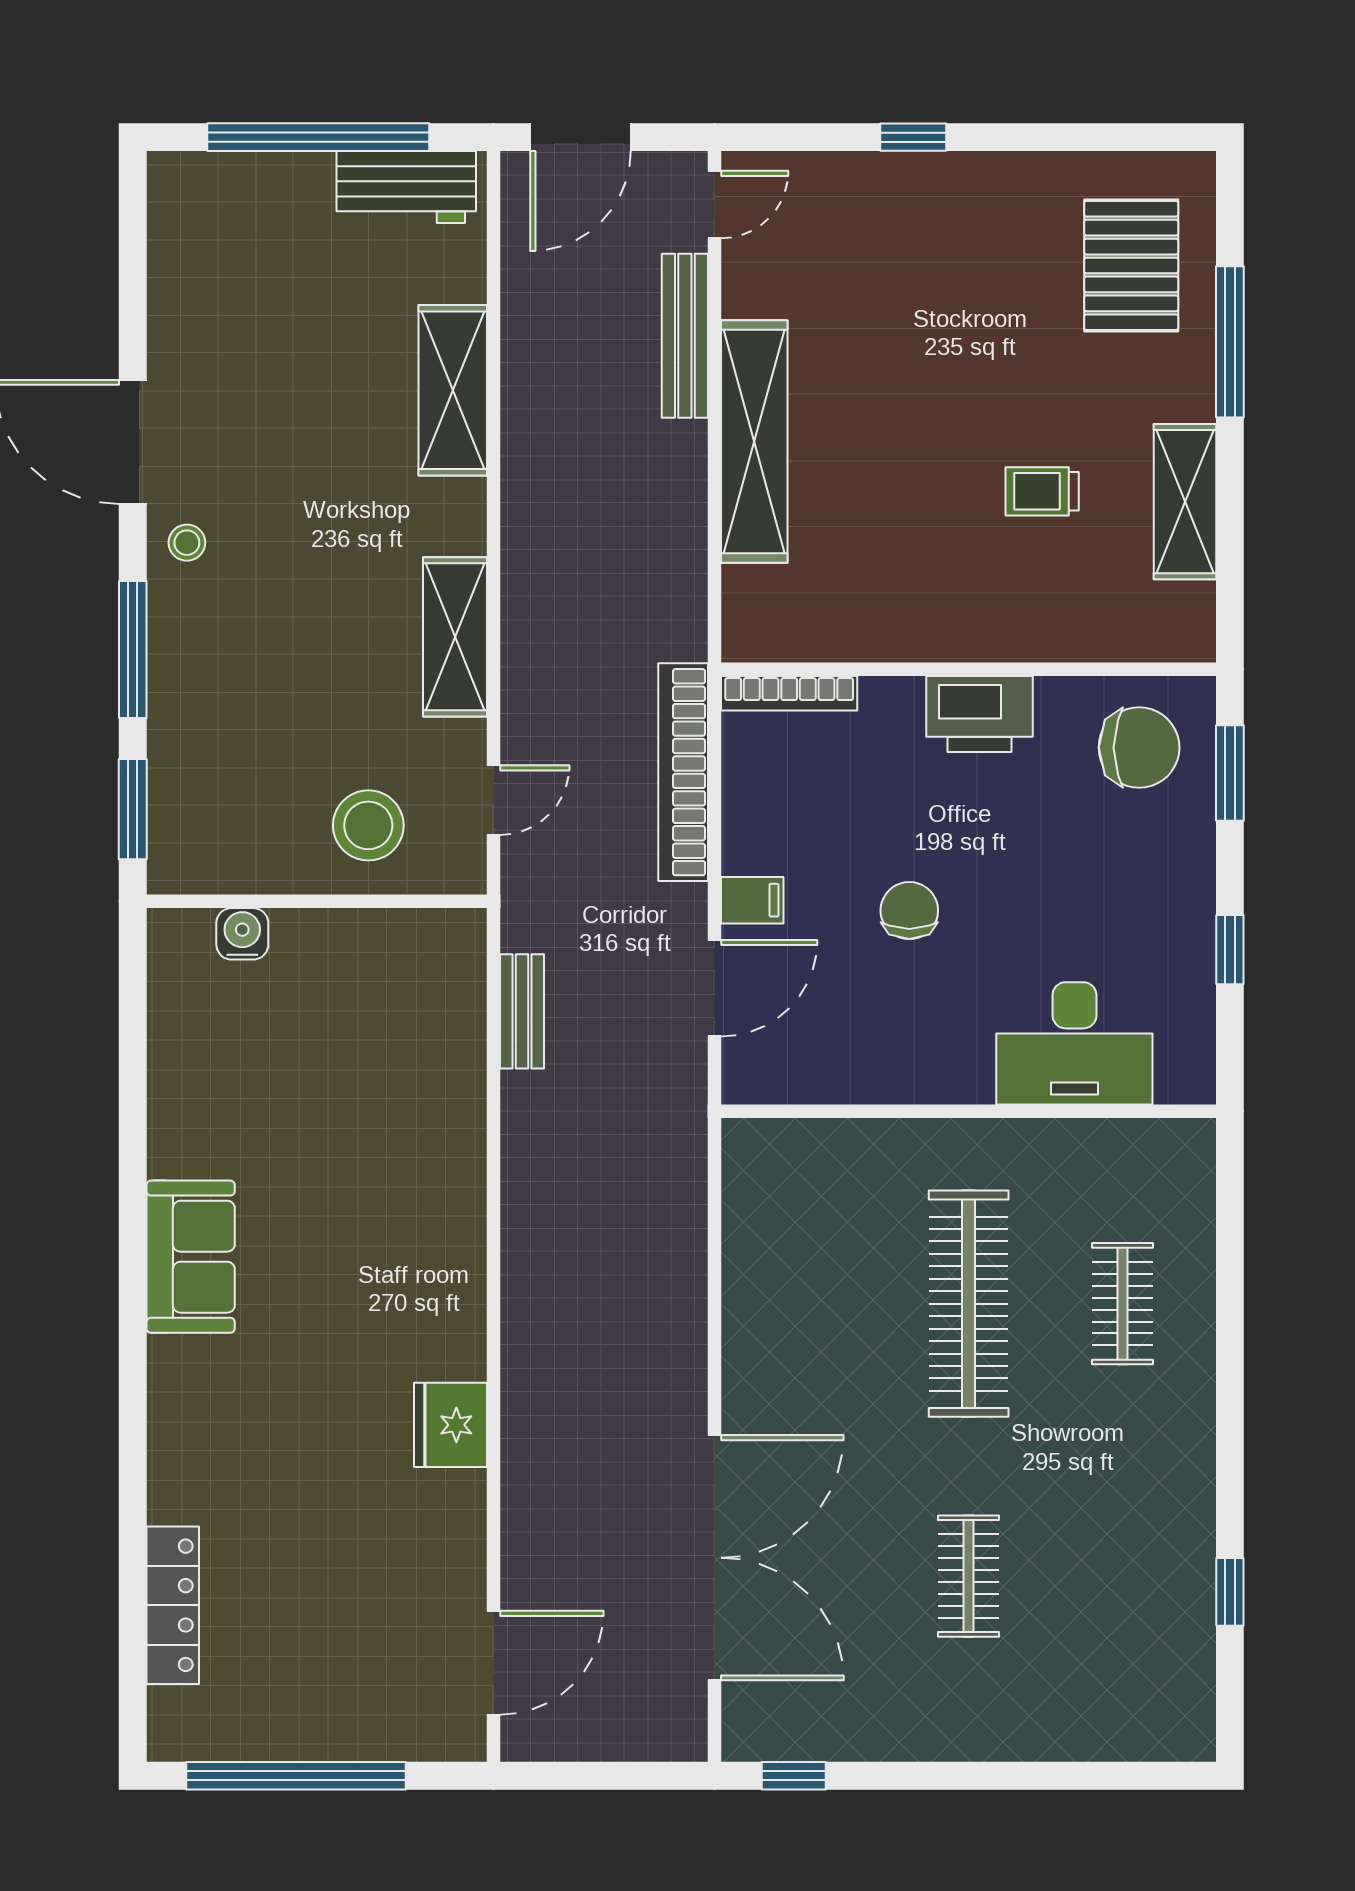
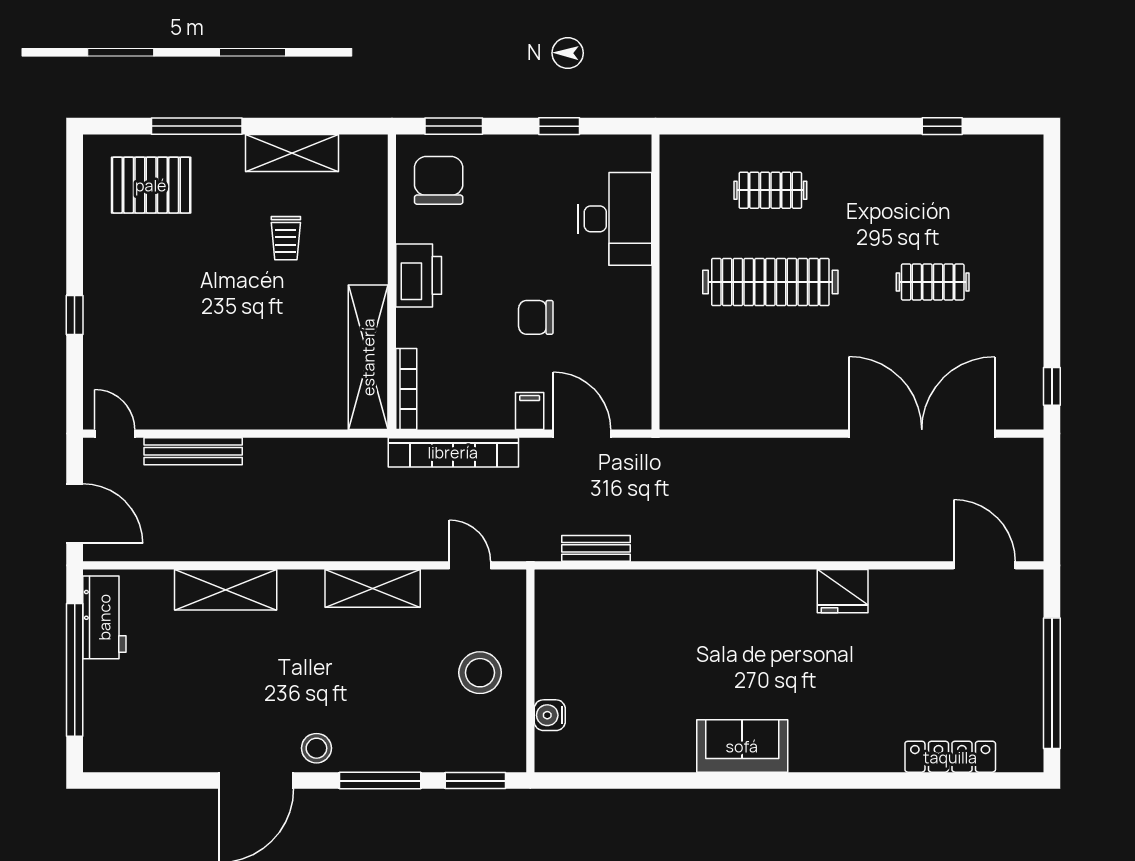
shelving: (754, 441) -> (368, 357), moved, turned 90
stool: (187, 543) -> (316, 748), width x1.37, depth x1.37
stool: (368, 825) -> (480, 673), moved

